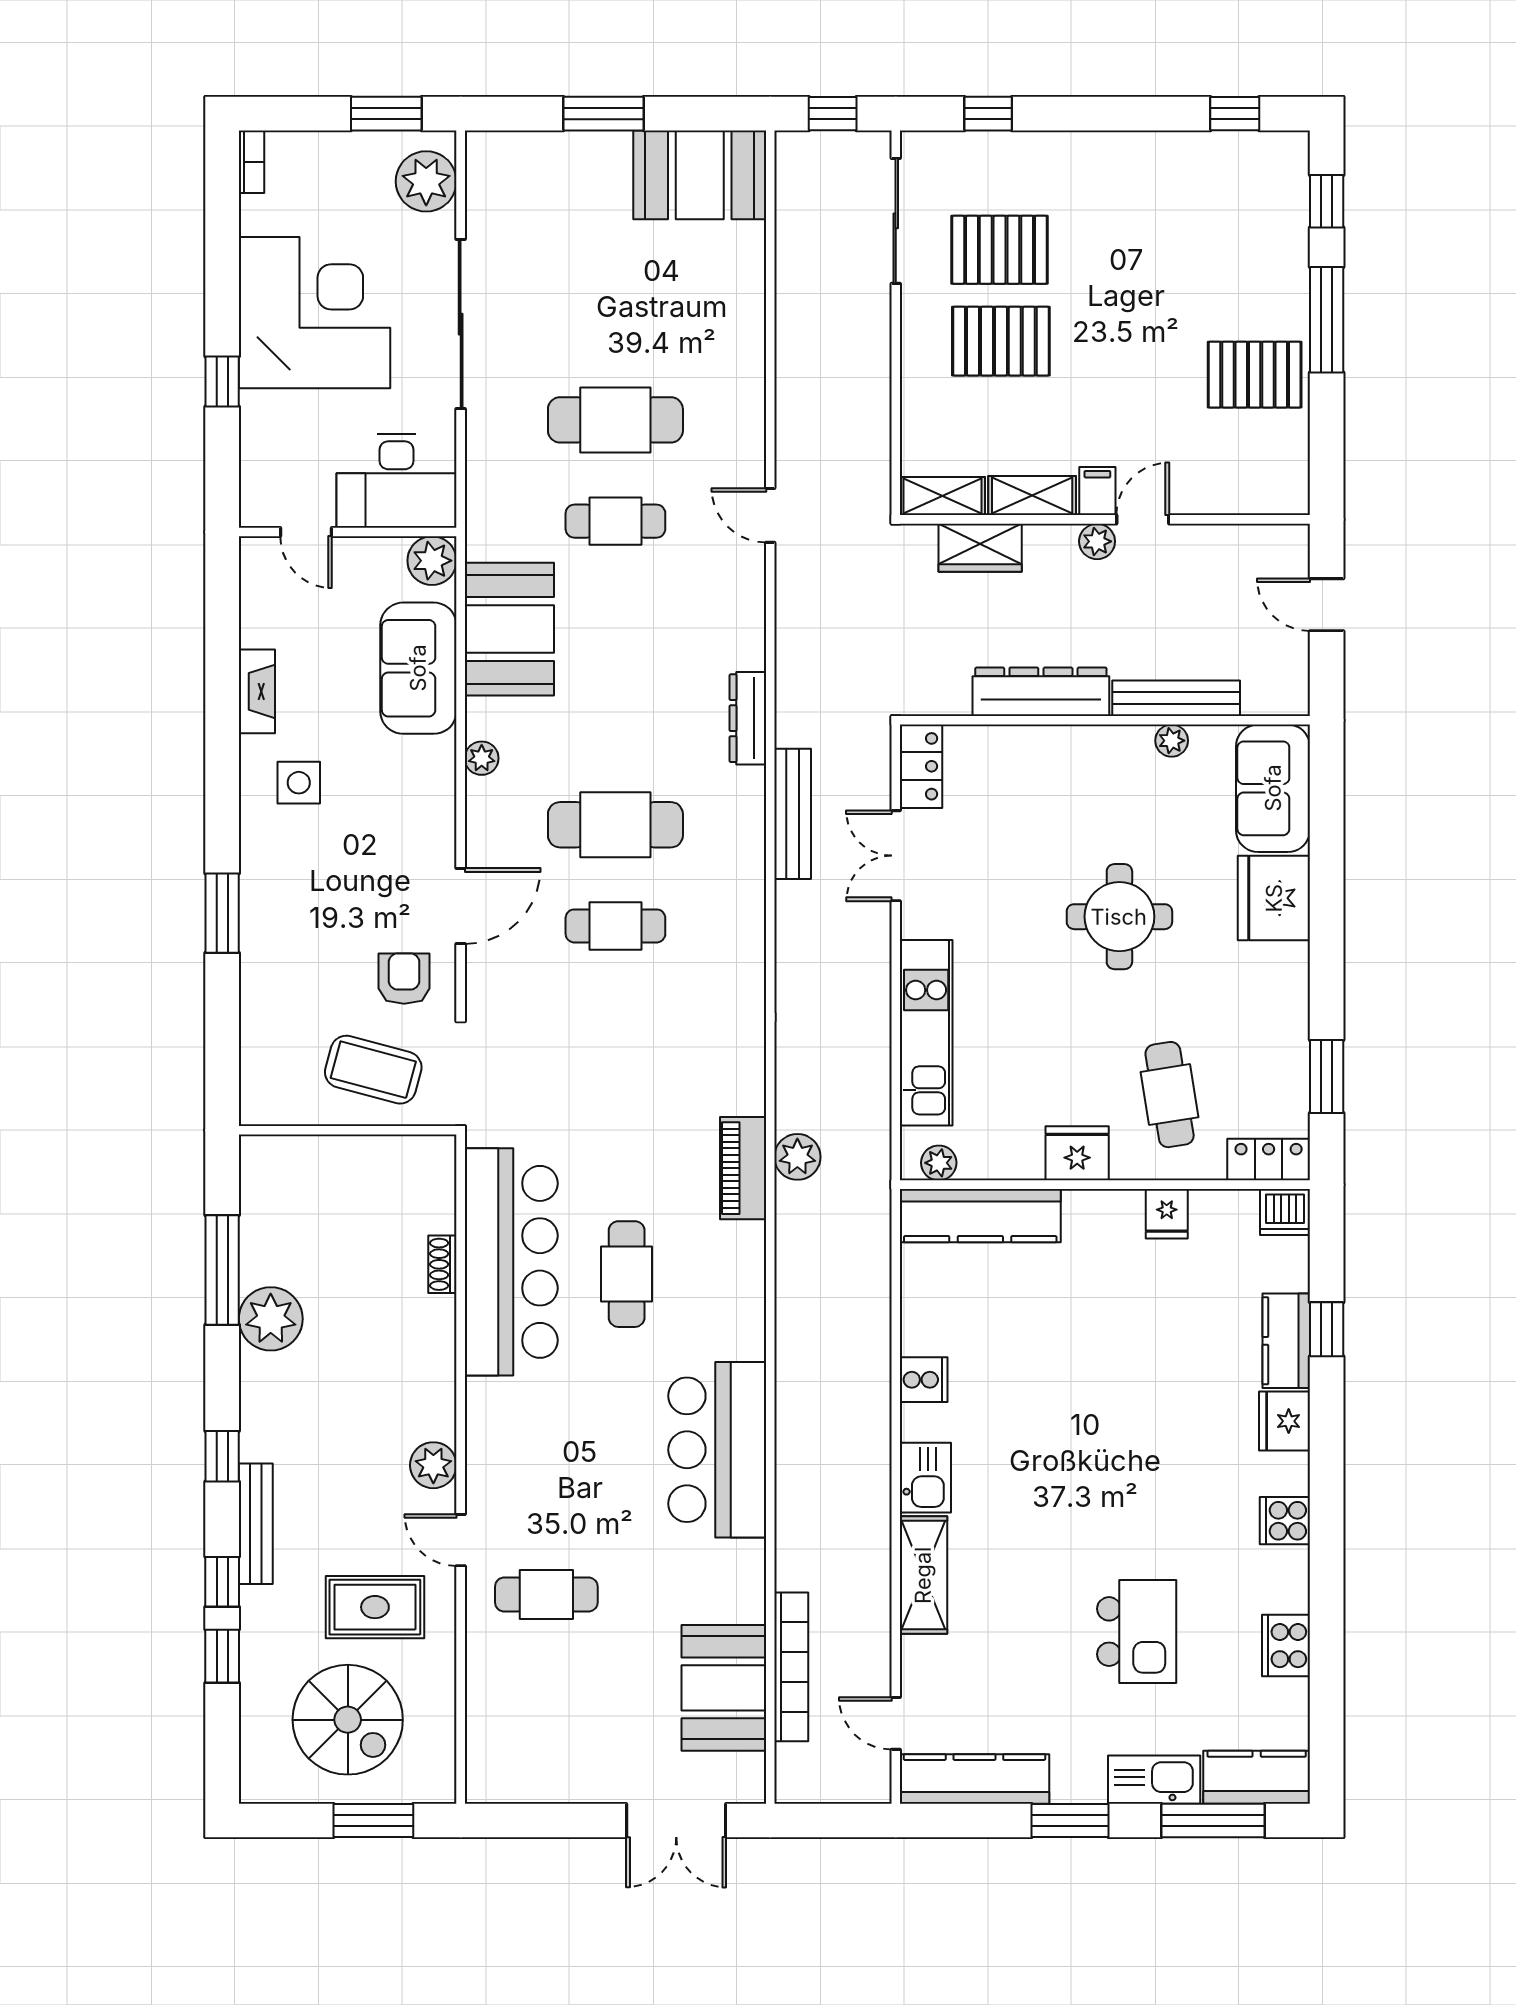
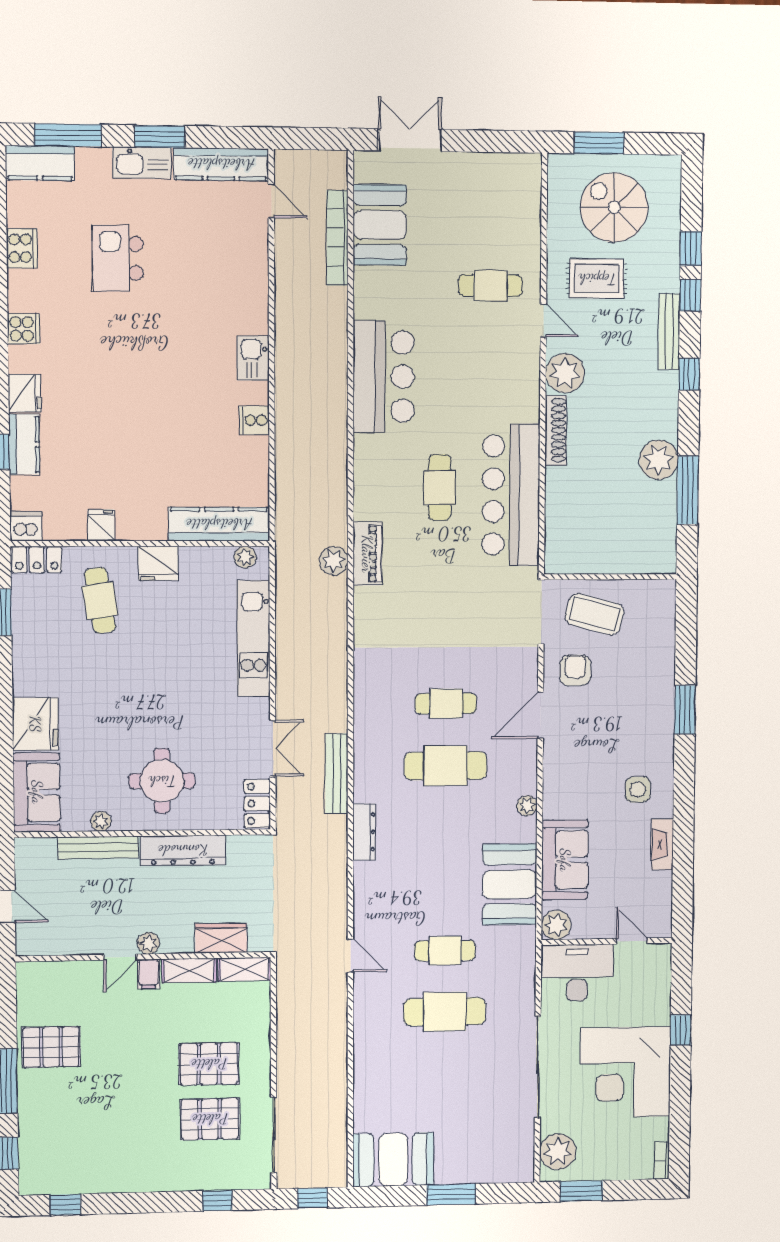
round table: (1119, 917) -> (162, 781), moved
armchair: (404, 979) -> (575, 670), turned 180
shoe rack: (442, 1264) -> (556, 430), moved, width x1.94, depth x1.24
plant: (433, 1465) -> (565, 373), width x1.36, depth x1.36
shelving: (923, 1575) -> (254, 296), removed
kitchen sink: (1154, 1780) -> (142, 163), moved

